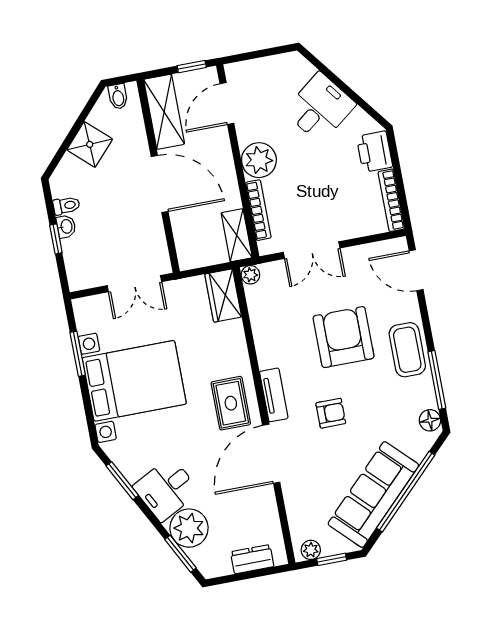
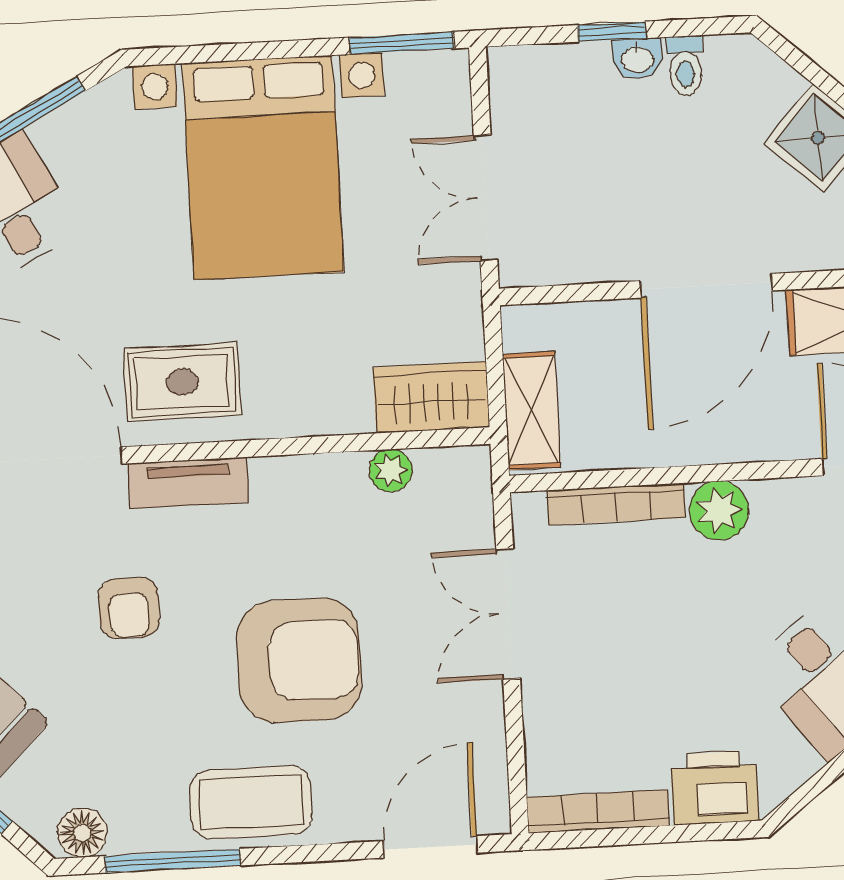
plant: (259, 160) -> (719, 510), width x0.73, depth x0.73
shelving: (237, 235) -> (531, 411), moved, turned 90
plant: (250, 275) -> (391, 470), moved
window: (78, 354) -> (402, 43), moved

